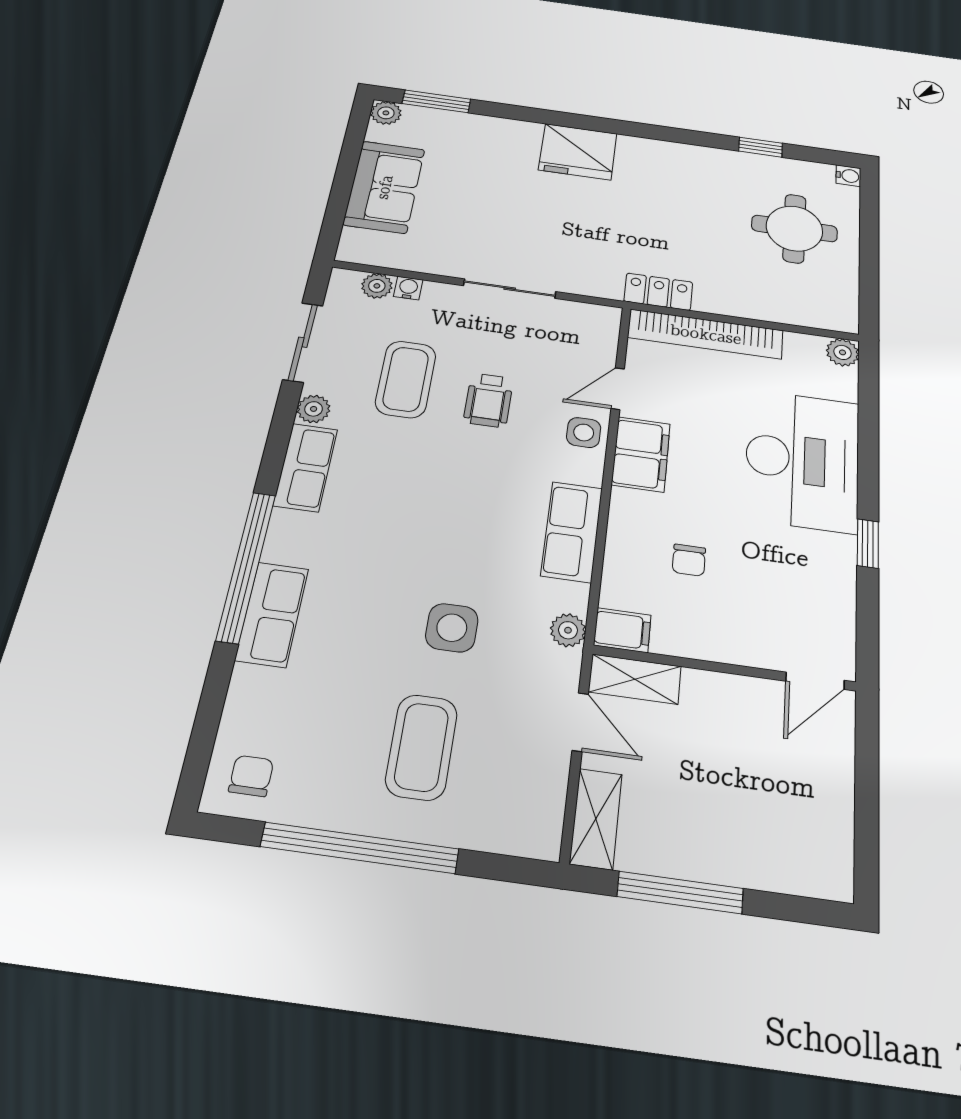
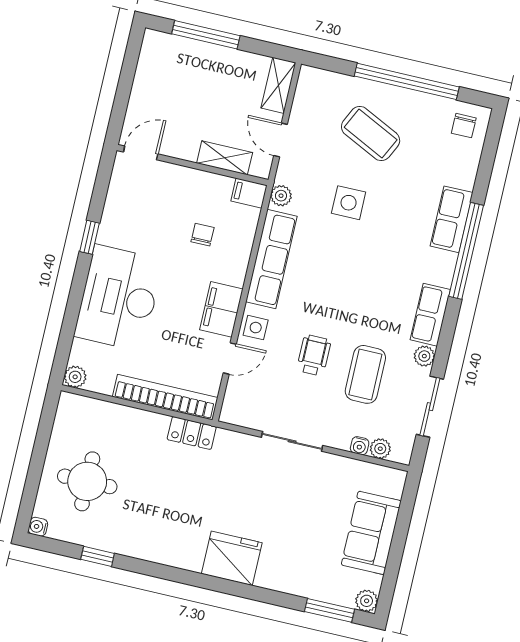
row of seats: (572, 532) -> (271, 259), width x1.48
shelving: (635, 679) -> (225, 158), moved
coffee table: (422, 747) -> (371, 134), turned -64
window: (680, 893) -> (206, 35), moved

